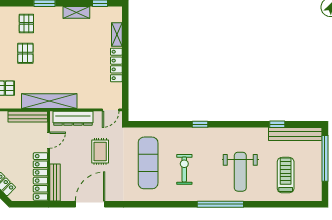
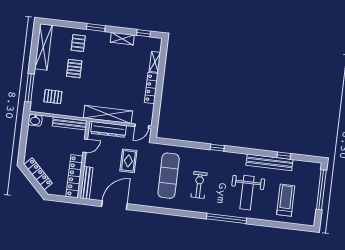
shelving: (49, 101) -> (108, 114), moved
bench: (295, 134) -> (269, 162), moved

